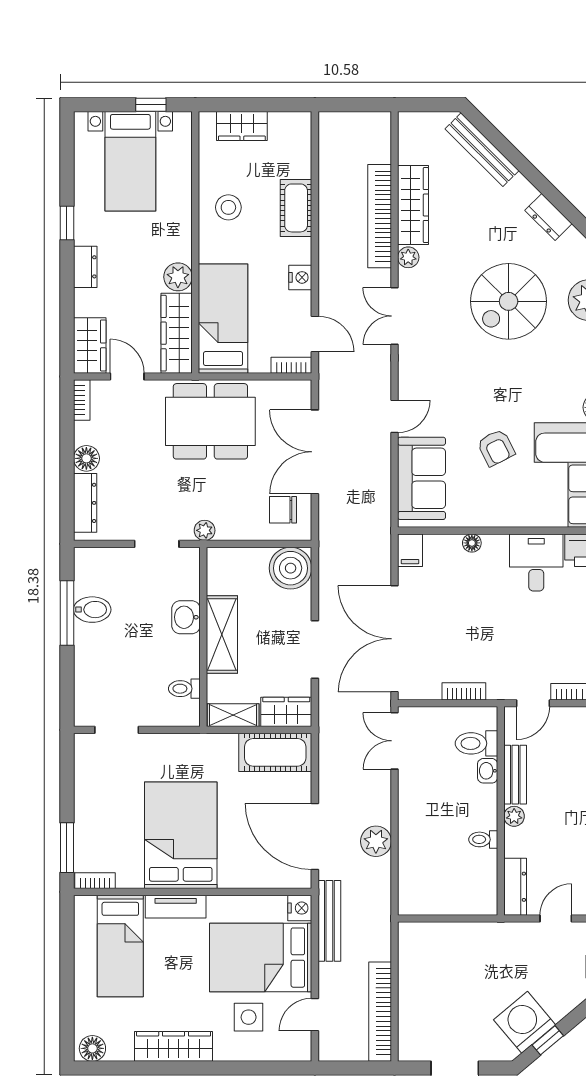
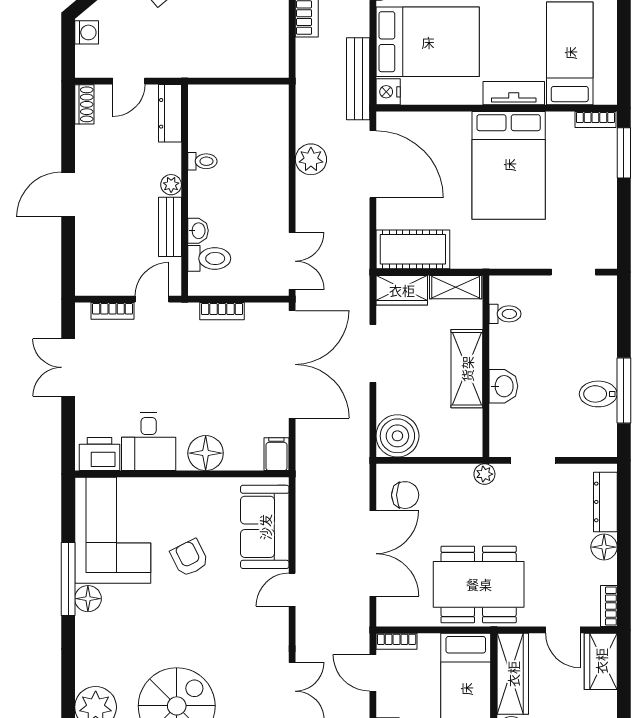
floor lamp: (472, 543) -> (206, 453), width x1.89, depth x1.89

